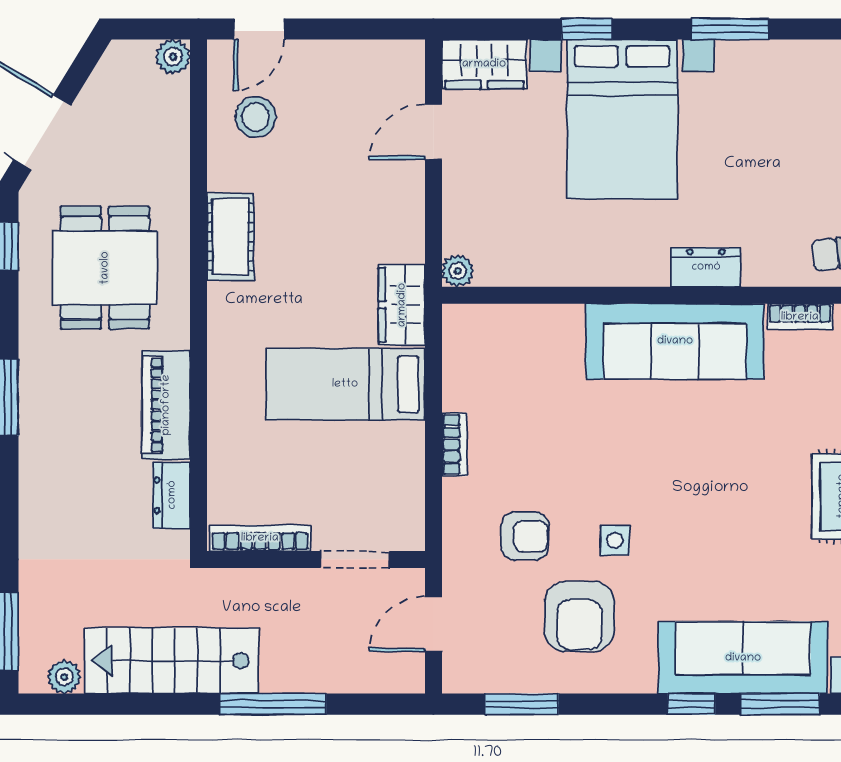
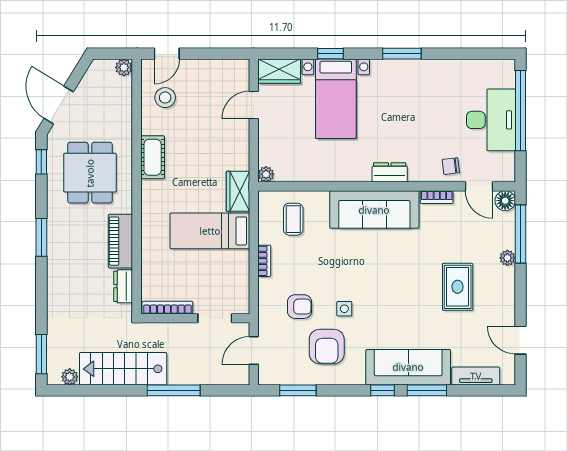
bed with nightstands: (622, 119) -> (336, 99), width x0.73
coffee table: (512, 361) -> (293, 219), added

